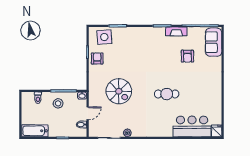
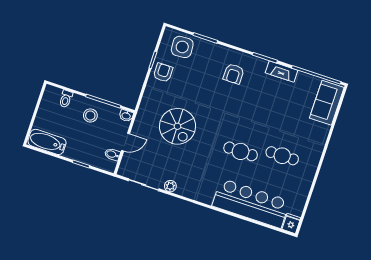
armchair: (187, 56) -> (234, 74), moved
cafe table: (195, 88) -> (282, 156), added
bar counter: (192, 126) -> (251, 203), width x1.36

